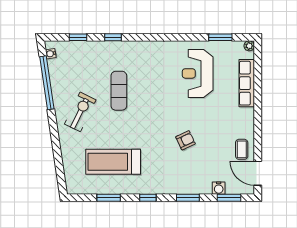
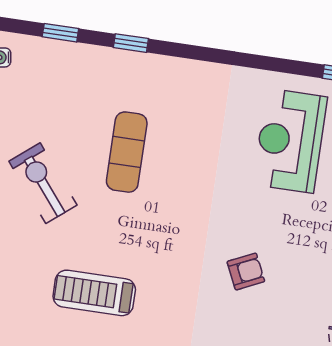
exercise bike: (80, 112) -> (43, 183), turned -65
treadmill: (113, 162) -> (94, 293), width x0.73, depth x0.73

